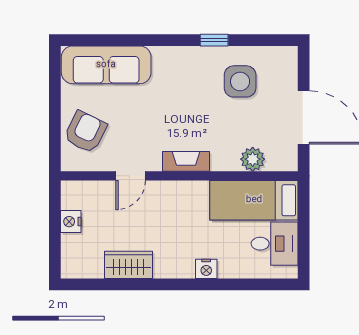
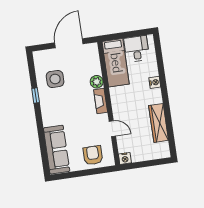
armchair: (85, 132) -> (93, 155), turned 64
plant: (253, 159) -> (97, 82), moved
nightstand: (71, 222) -> (125, 158), moved
wardrobe: (129, 265) -> (159, 123), width x1.50

